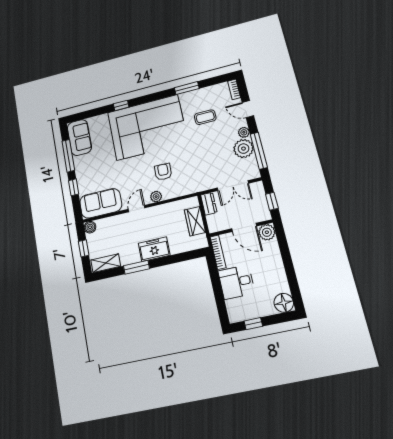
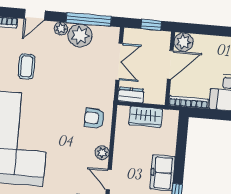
armchair: (163, 172) -> (94, 118), moved

